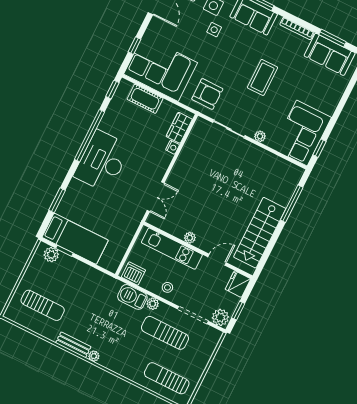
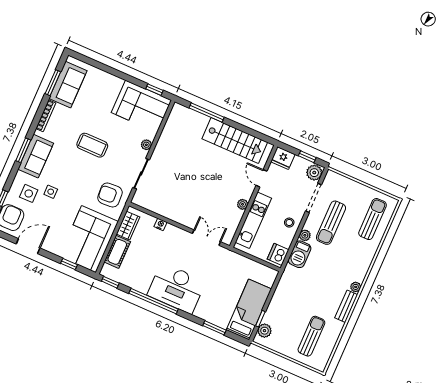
armchair: (207, 94) -> (110, 195), turned -93
wardrobe: (179, 128) -> (128, 226), moved, turned -90
sun lounger: (167, 378) -> (373, 219), turned 180

